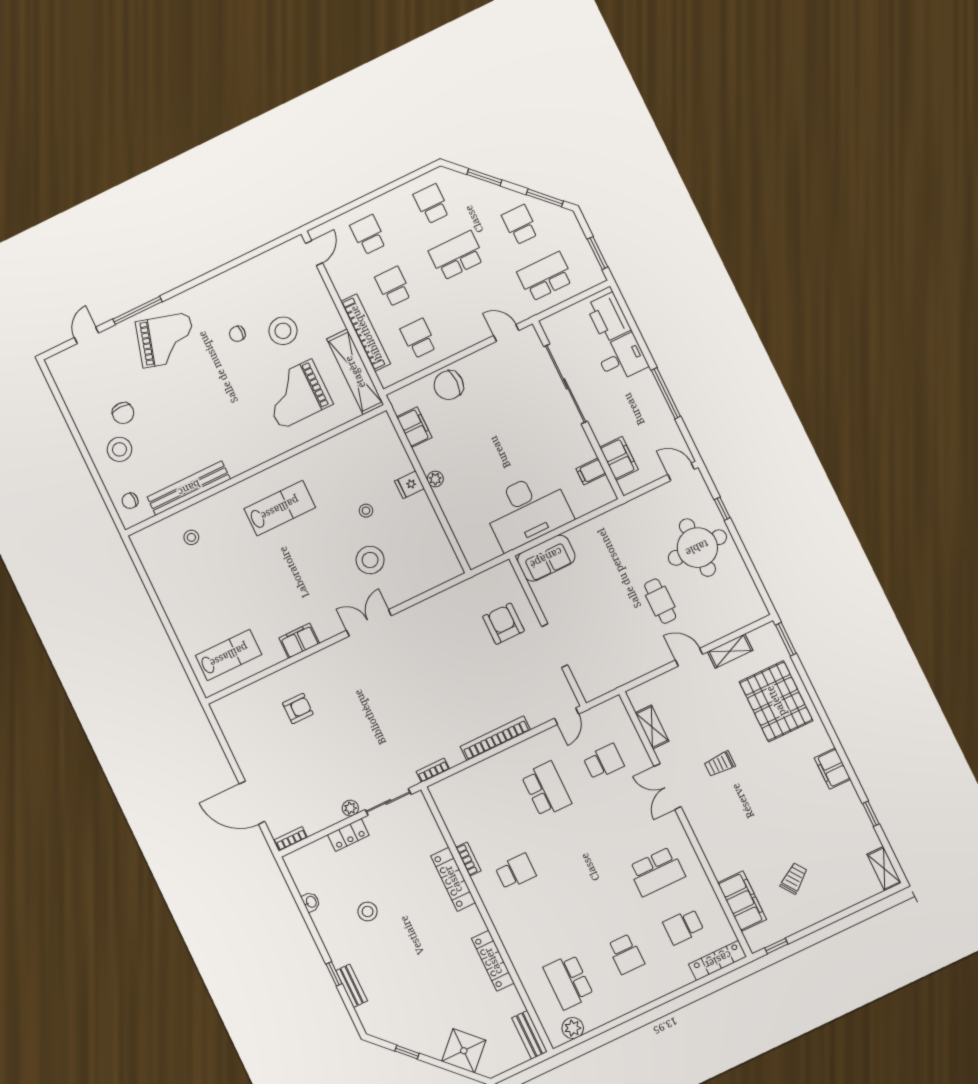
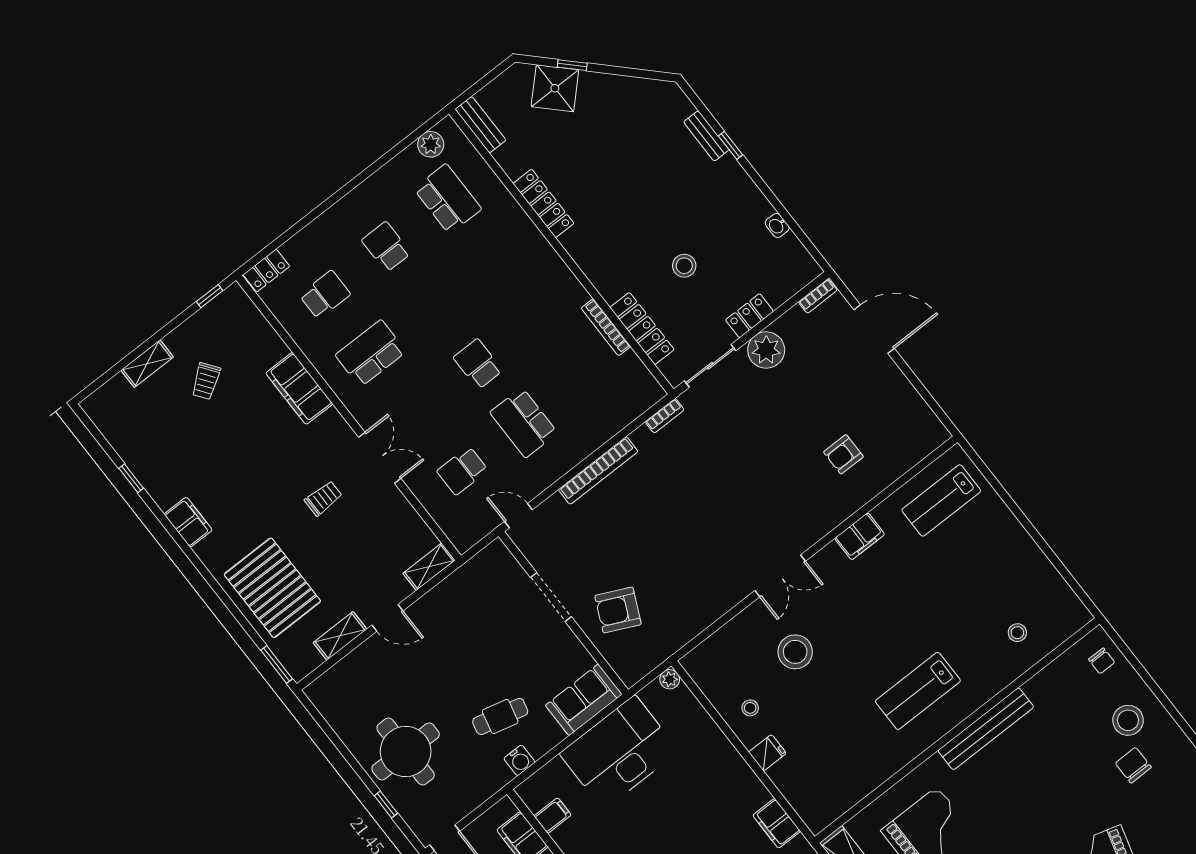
plant: (435, 479) -> (670, 679), moved
bench: (189, 488) -> (986, 729), moved
chair: (130, 501) -> (1102, 661), turned 90
stool: (366, 511) -> (750, 708), moved
water cooler: (608, 521) -> (519, 760), added
cafe table: (660, 601) -> (500, 716), moved, turned -76
armchair: (504, 624) -> (618, 610), turned 115
door: (567, 716) -> (518, 516), hinge flipped
shelving: (652, 727) -> (429, 567), moved, turned 90
plant: (350, 808) -> (766, 350), width x1.87, depth x1.87
bookcase: (468, 859) -> (606, 327), width x1.56
shelving: (884, 869) -> (147, 364), moved, turned 90
school desk: (516, 872) -> (478, 364), moved, turned 90
locker: (453, 879) -> (642, 329), moved
filing cabinet: (742, 901) -> (299, 388), moved
stool: (368, 912) -> (684, 266), moved
locker: (718, 960) -> (266, 271), width x0.66
window: (407, 1052) -> (572, 65), moved

